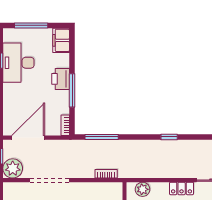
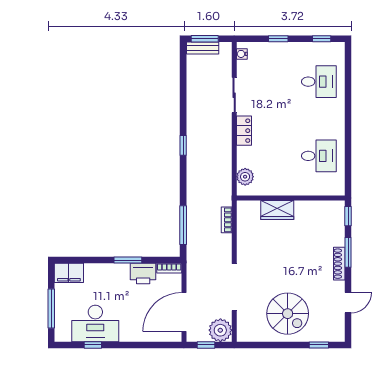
printer: (61, 79) -> (143, 274), moved
window: (72, 90) -> (128, 260), width x0.69
door: (28, 138) -> (184, 312), hinge flipped

